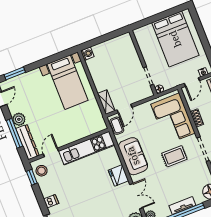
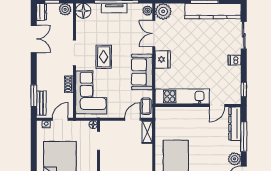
plant: (19, 119) -> (235, 159), moved
rug: (174, 156) -> (104, 57), turned 90
stool: (42, 171) -> (232, 92), removed

